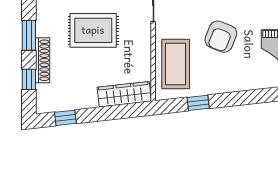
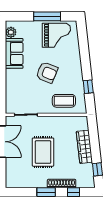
coffee table: (176, 64) -> (64, 101), width x0.73, depth x0.76
wardrobe: (124, 94) -> (84, 147), moved

